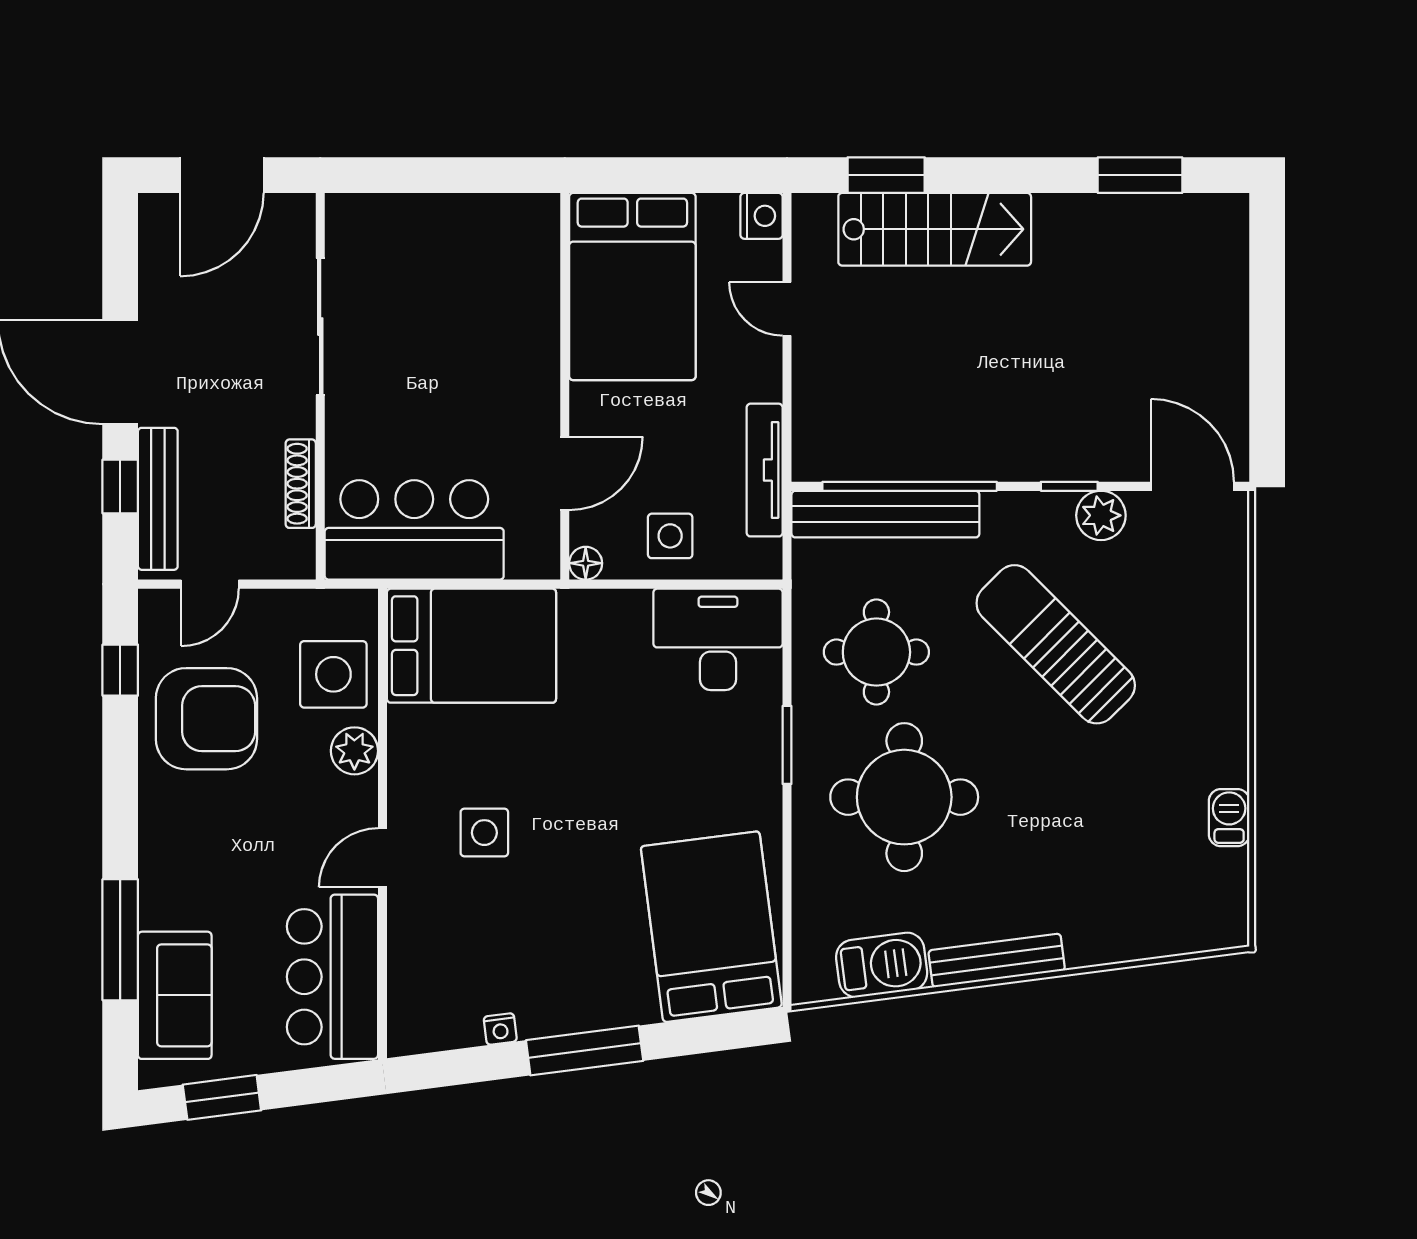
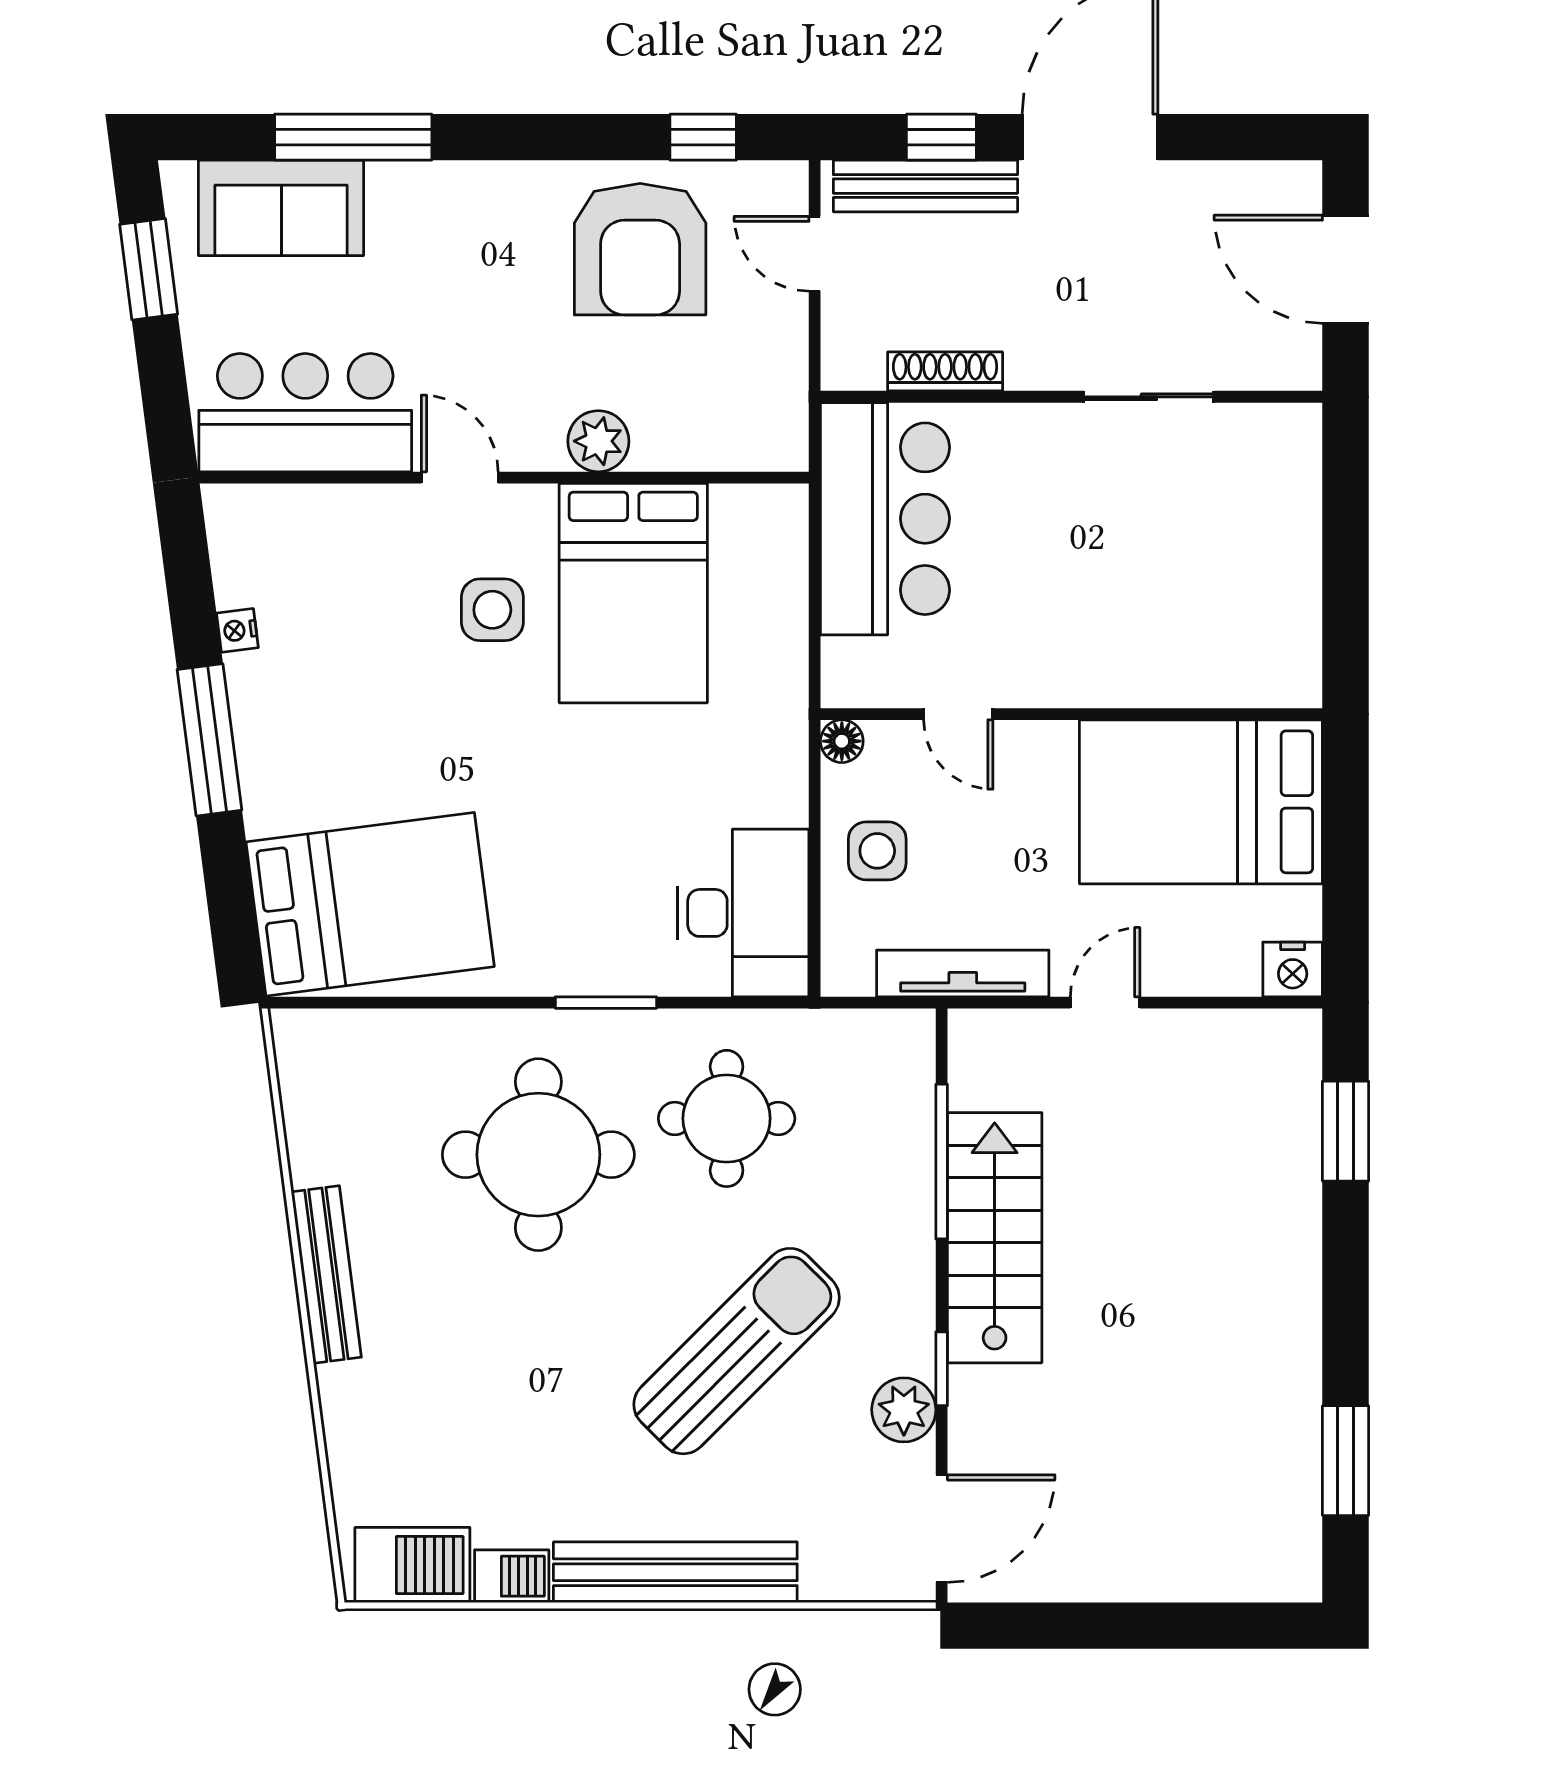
stairs: (935, 229) -> (995, 1238), moved, turned 180
door: (787, 309) -> (1105, 1003), moved
sliding door: (320, 327) -> (1149, 397), width x0.73
door: (565, 473) -> (958, 714), width x0.73
window: (910, 486) -> (942, 1162), width x0.68
bench: (885, 514) -> (675, 1572), moved, turned 90
bed: (471, 646) -> (633, 593), moved
side table: (333, 674) -> (698, 414), removed
barbecue: (882, 965) -> (412, 1565), moved, turned -83

